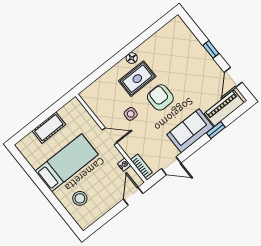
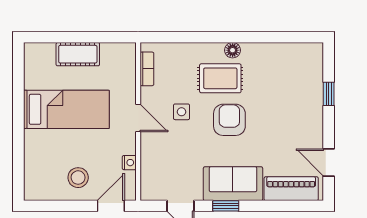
window: (211, 49) -> (329, 94), moved
door: (233, 77) -> (329, 162), hinge flipped
window: (216, 130) -> (226, 206), moved
bookcase: (141, 166) -> (147, 69), moved
stool: (80, 198) -> (78, 178), moved

